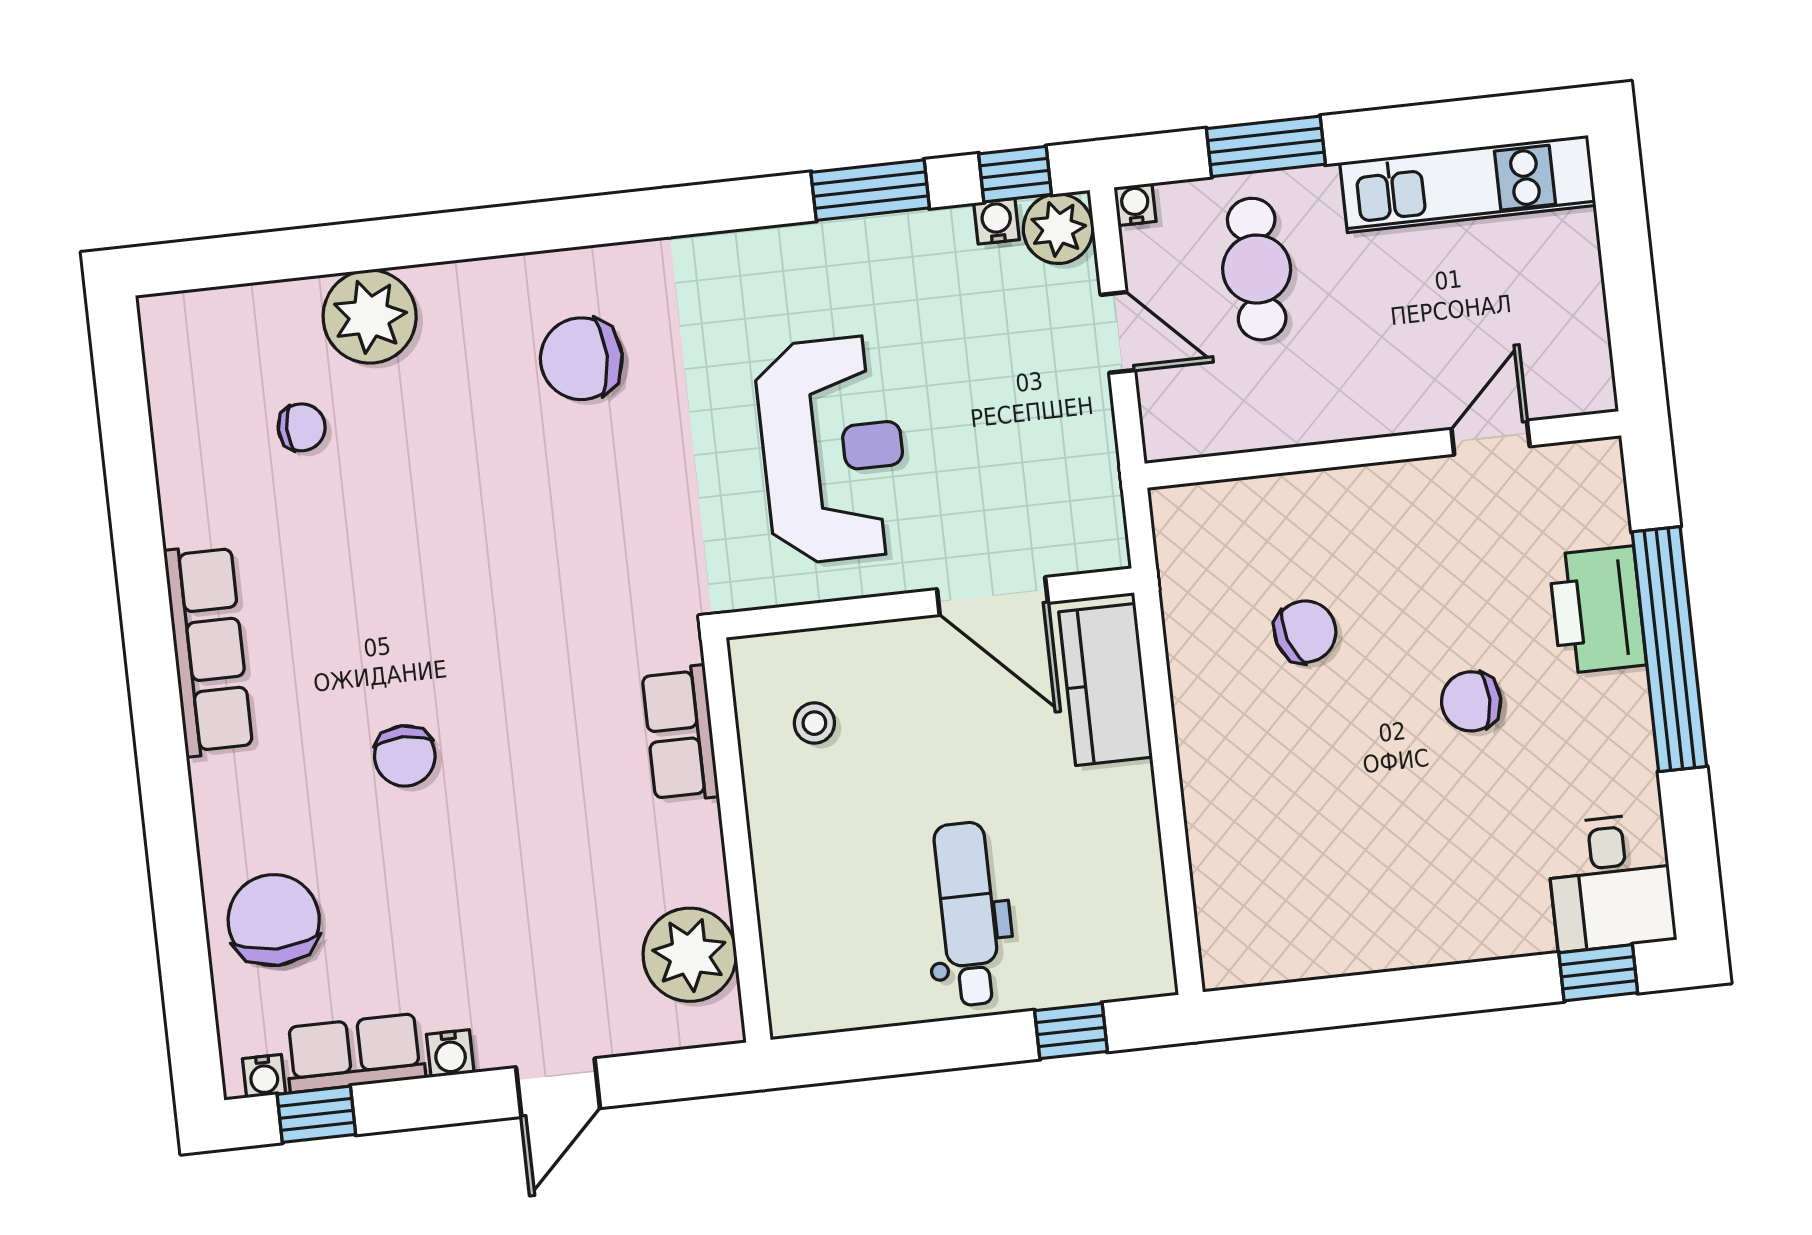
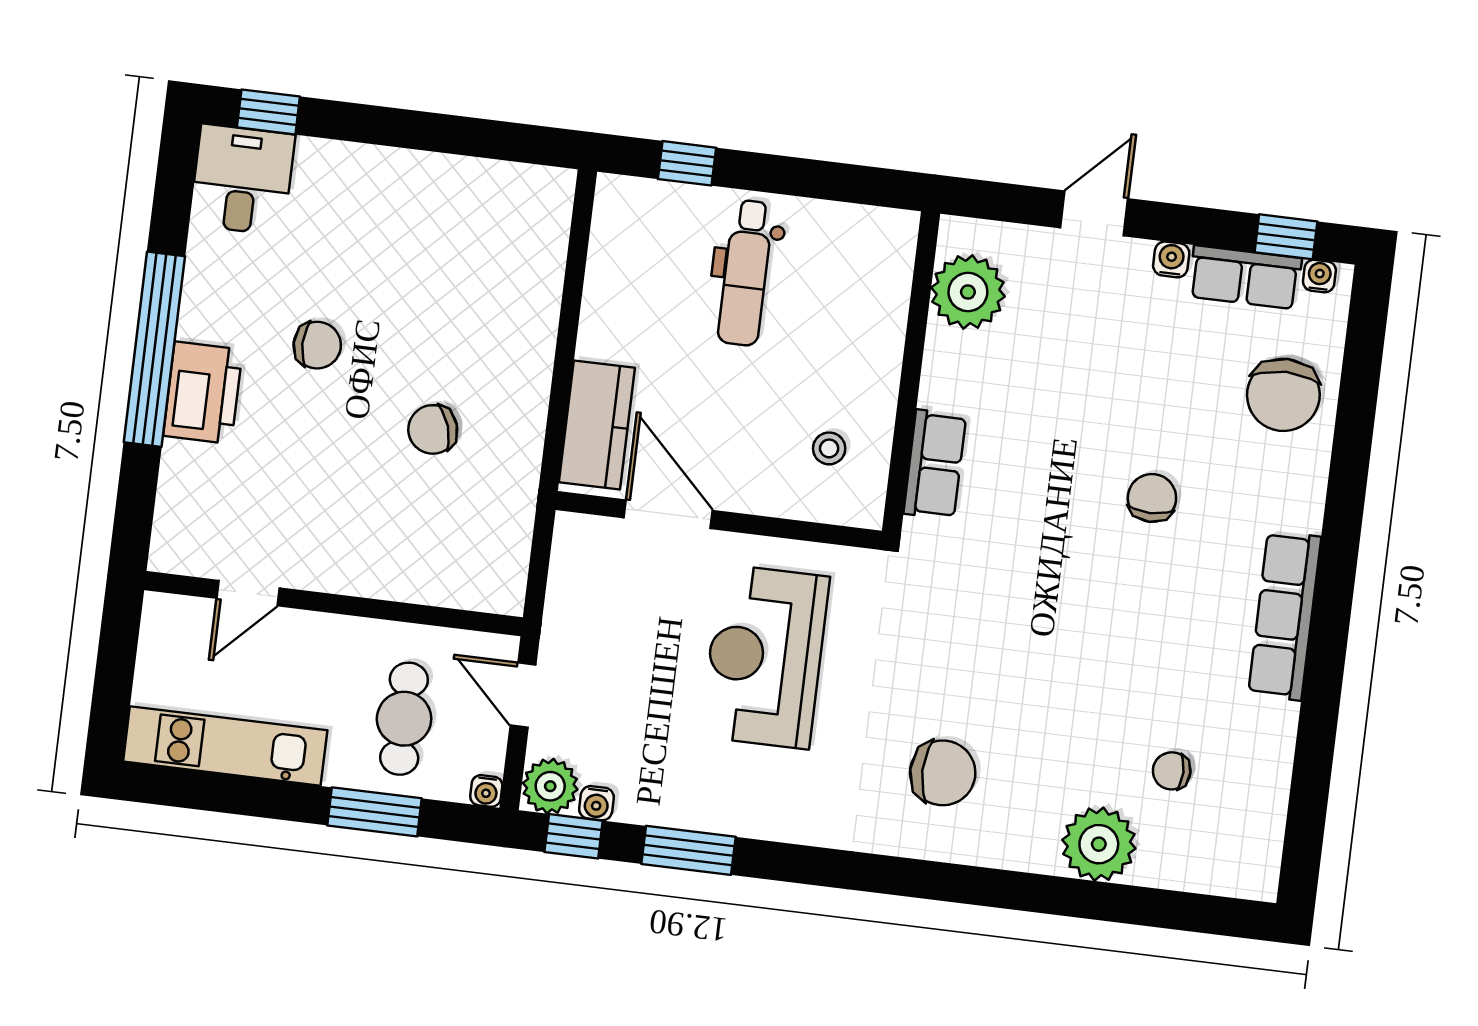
door: (1491, 438) -> (248, 593), moved
wall: (1383, 450) -> (334, 604), moved

